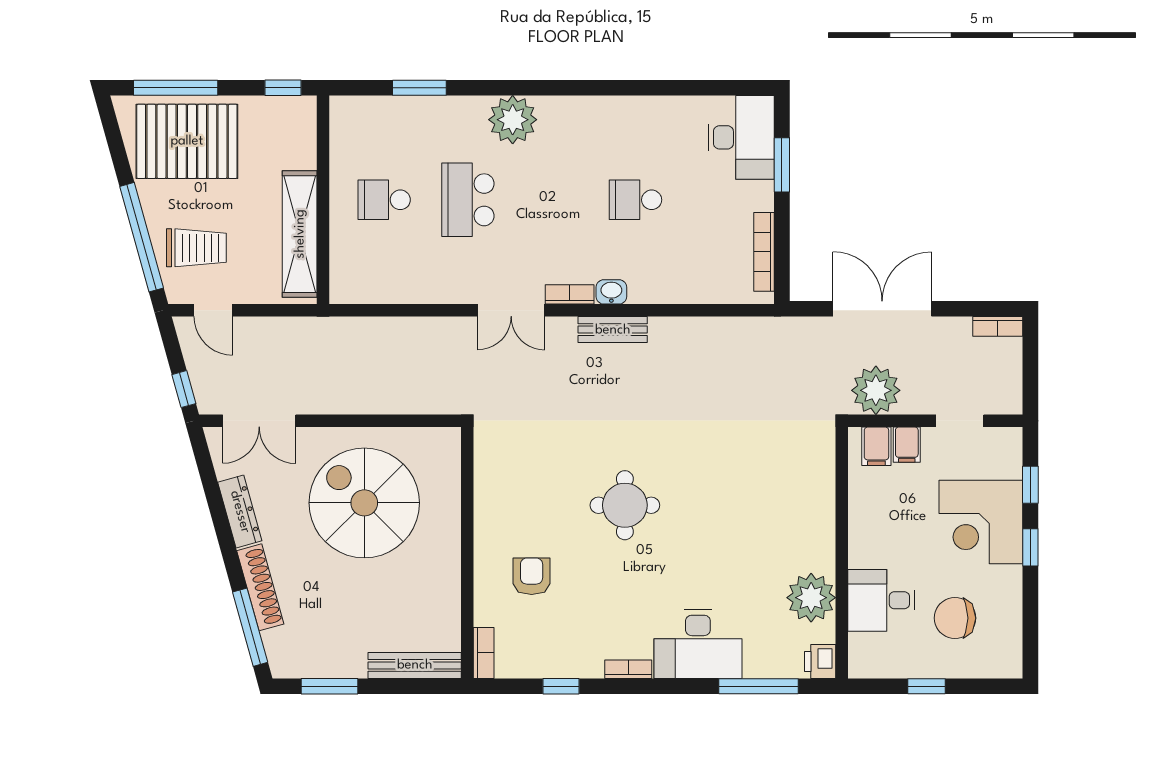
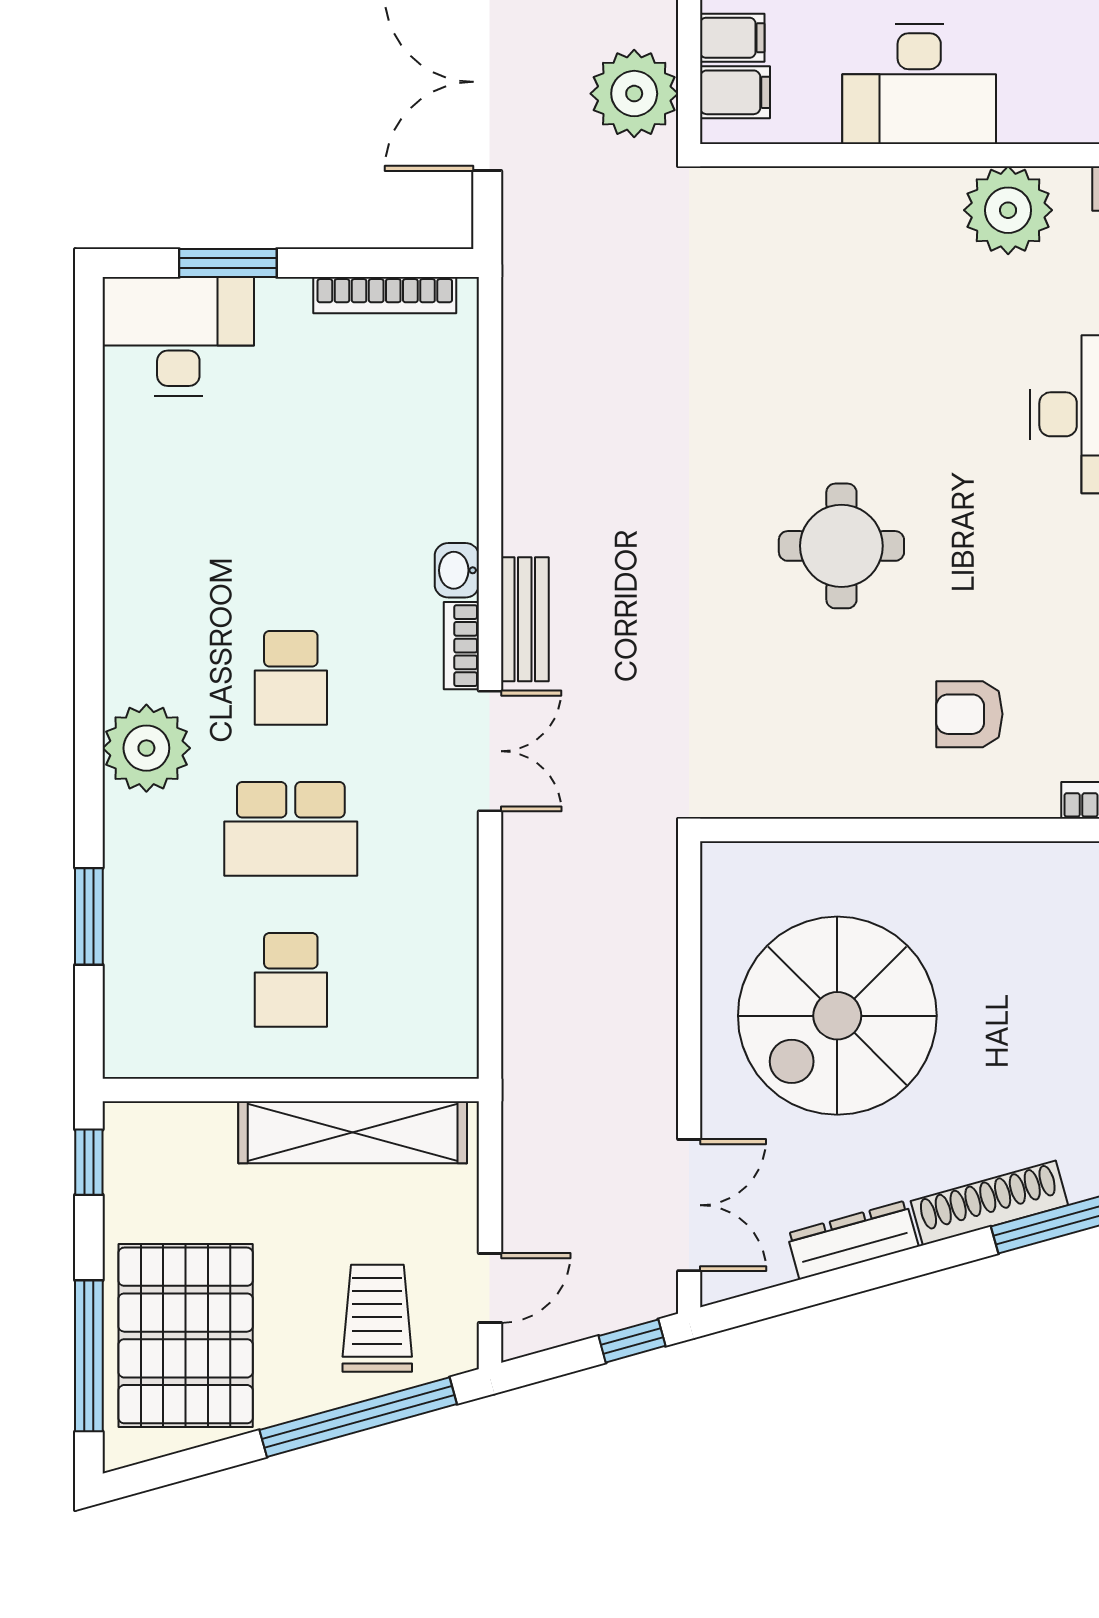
school desk: (635, 200) -> (291, 678), moved
bench: (613, 330) -> (525, 619), moved
desk: (881, 600) -> (919, 84), moved, width x1.37

